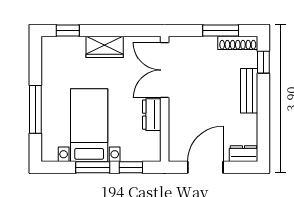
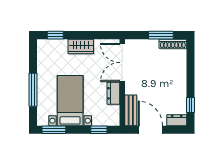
window: (263, 62) -> (190, 105), moved
bench: (249, 91) -> (131, 110), moved
window: (93, 167) -> (54, 130), moved
door: (205, 167) -> (150, 130), hinge flipped

